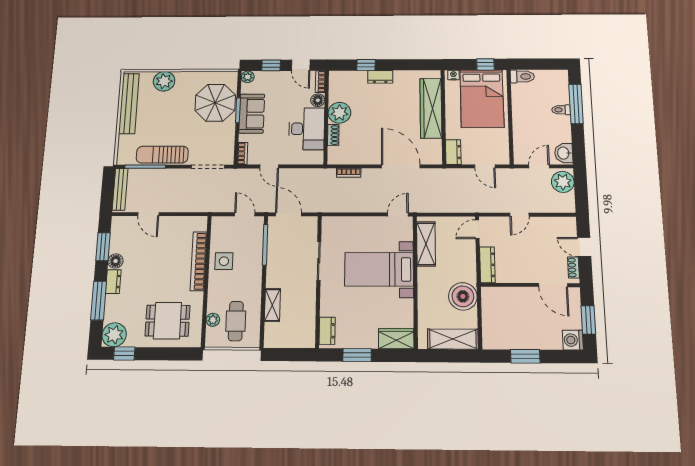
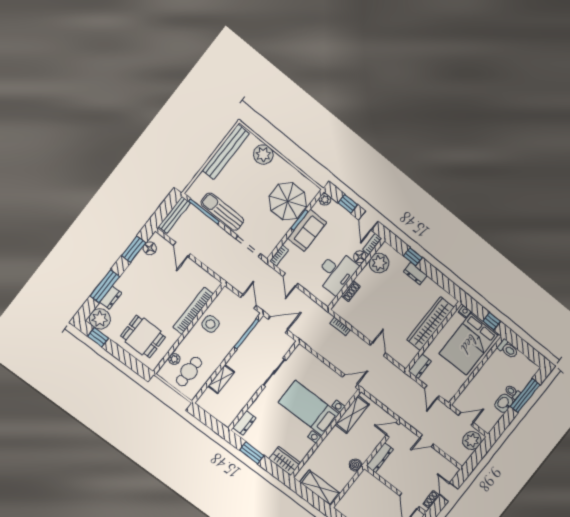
plant: (339, 113) -> (379, 263), moved
washbasin: (564, 153) -> (504, 403), moved
door: (401, 166) -> (378, 349), width x0.53
door: (289, 214) -> (278, 325), hinge flipped
floor lamp: (116, 261) -> (150, 248), moved
dresser: (113, 282) -> (111, 298), moved
boiler: (463, 296) -> (355, 465), width x0.54, depth x0.54

